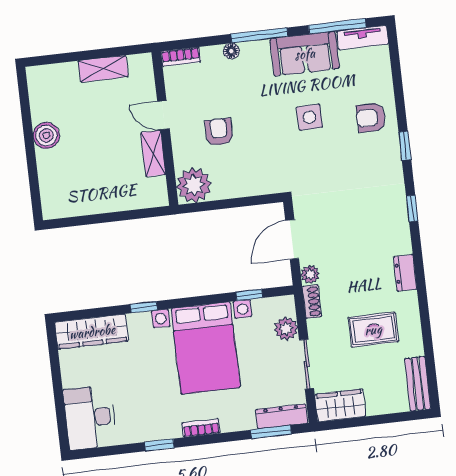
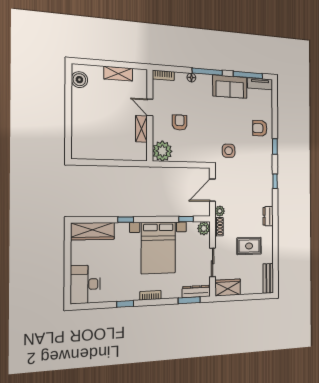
side table: (309, 117) -> (229, 151), moved
boiler: (46, 135) -> (79, 80), moved
plant: (286, 329) -> (204, 228), moved

